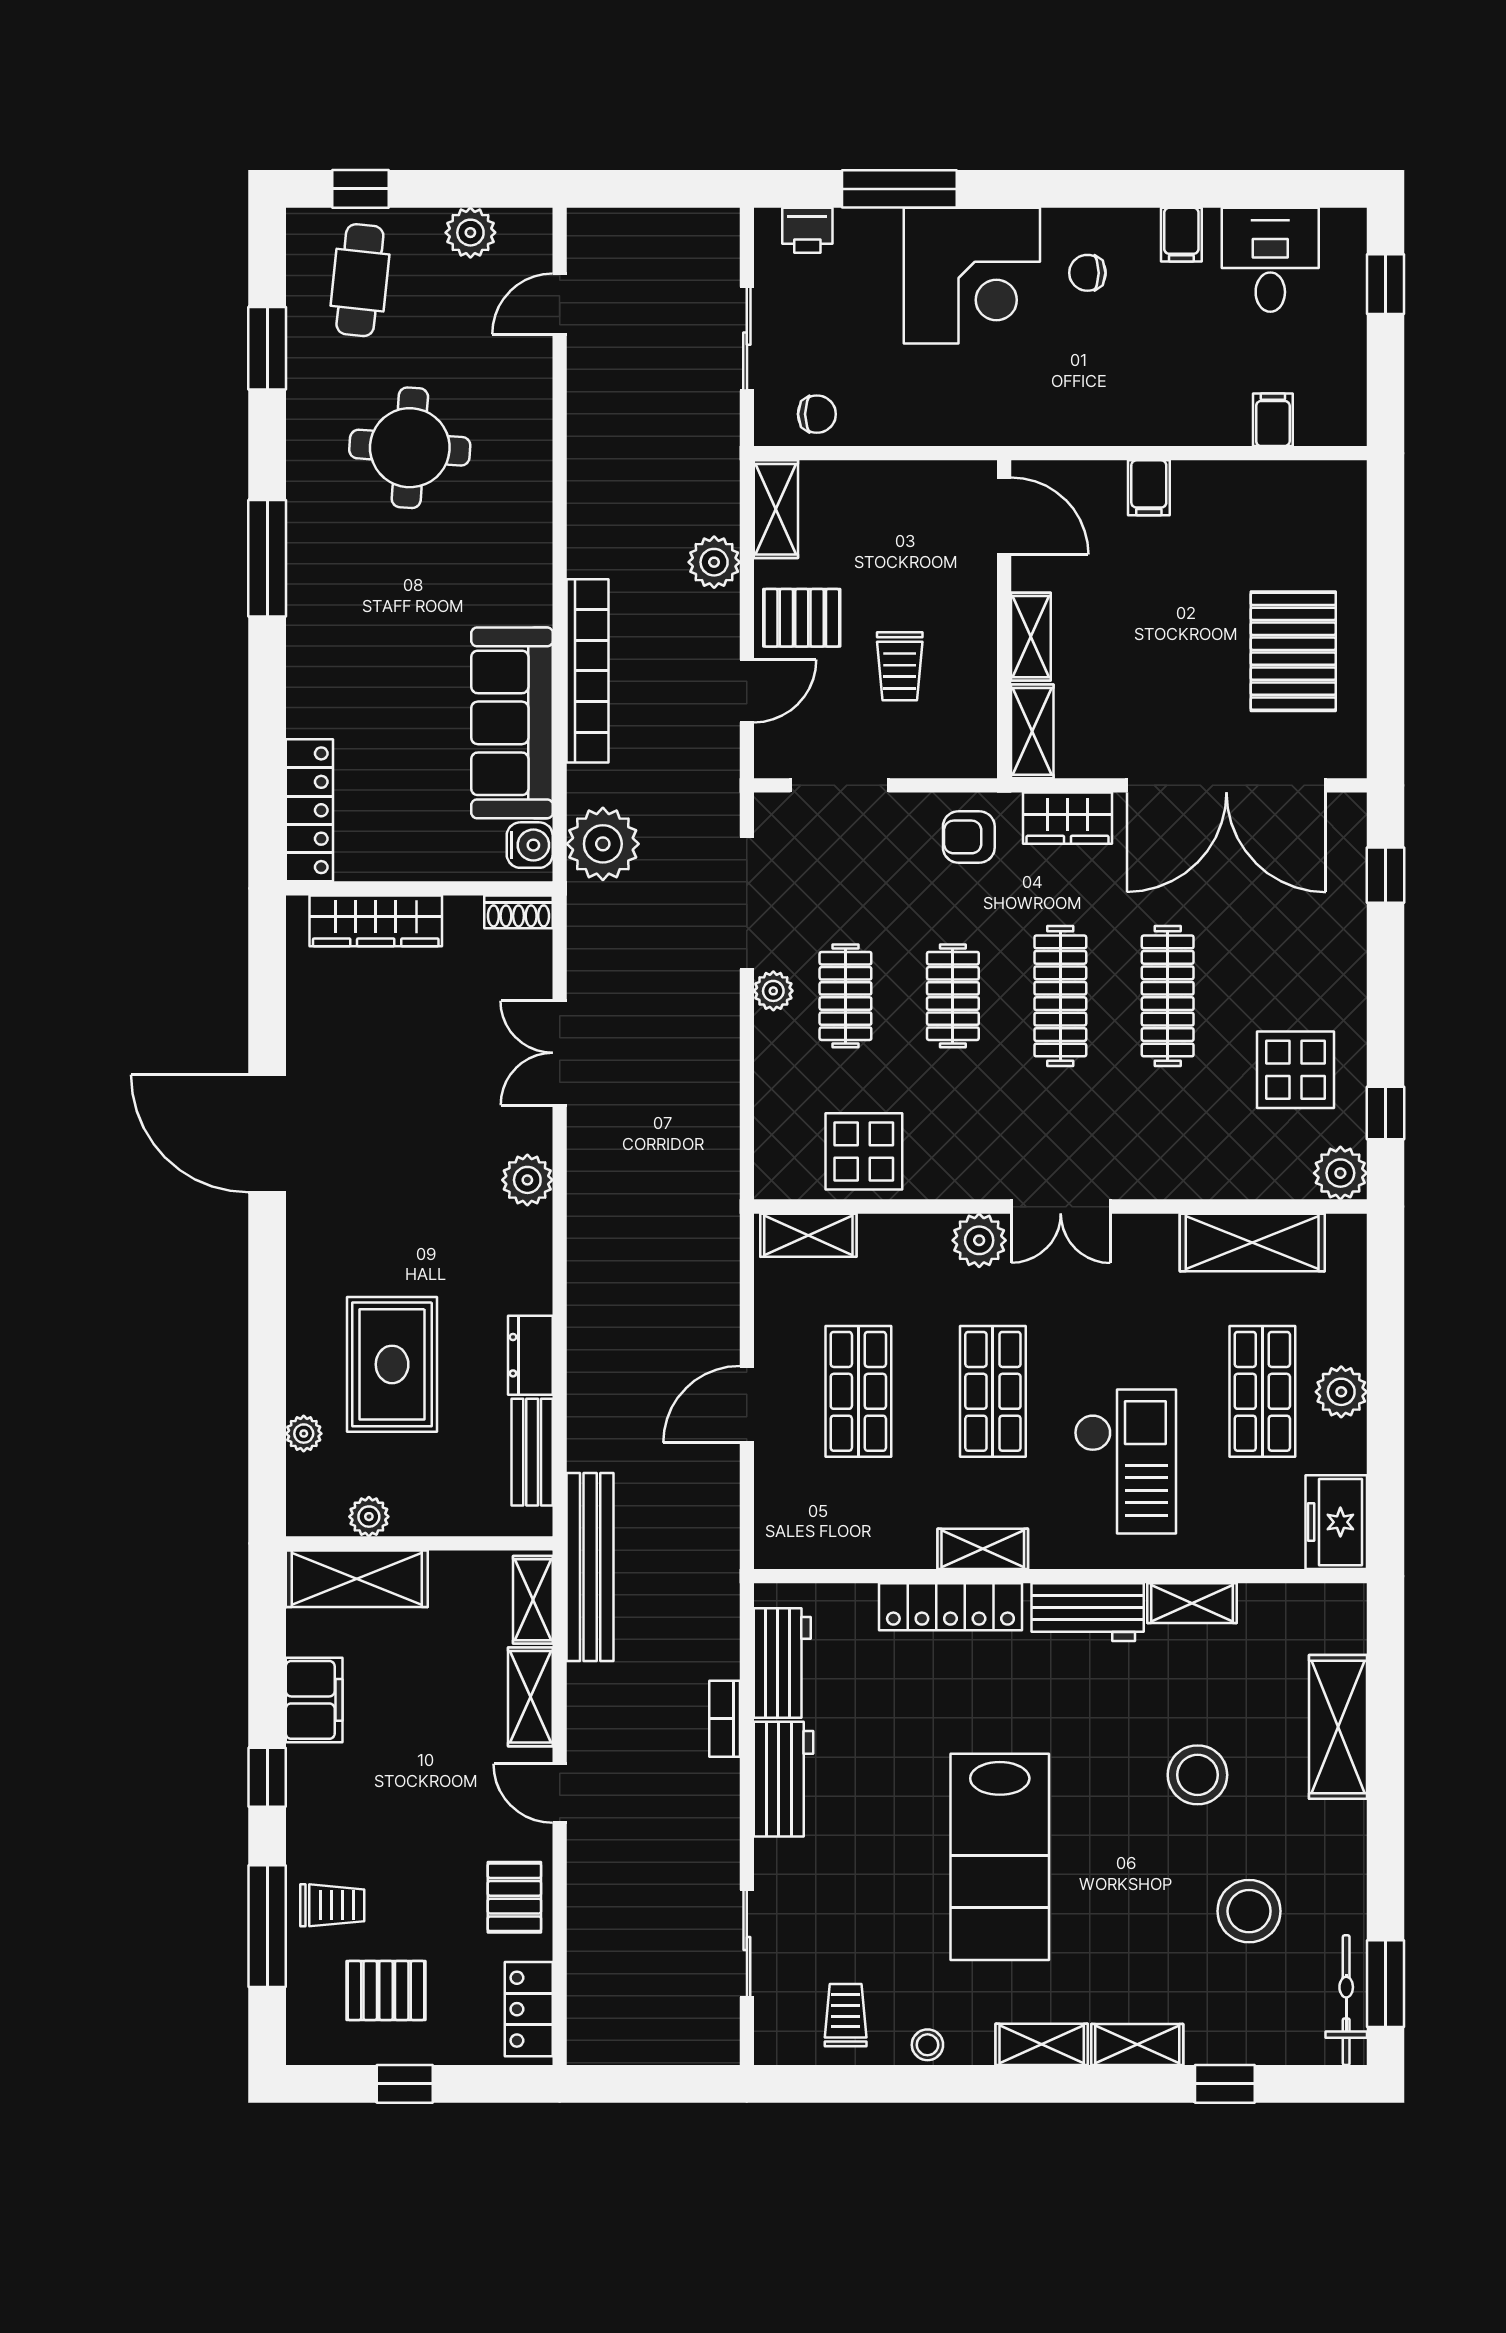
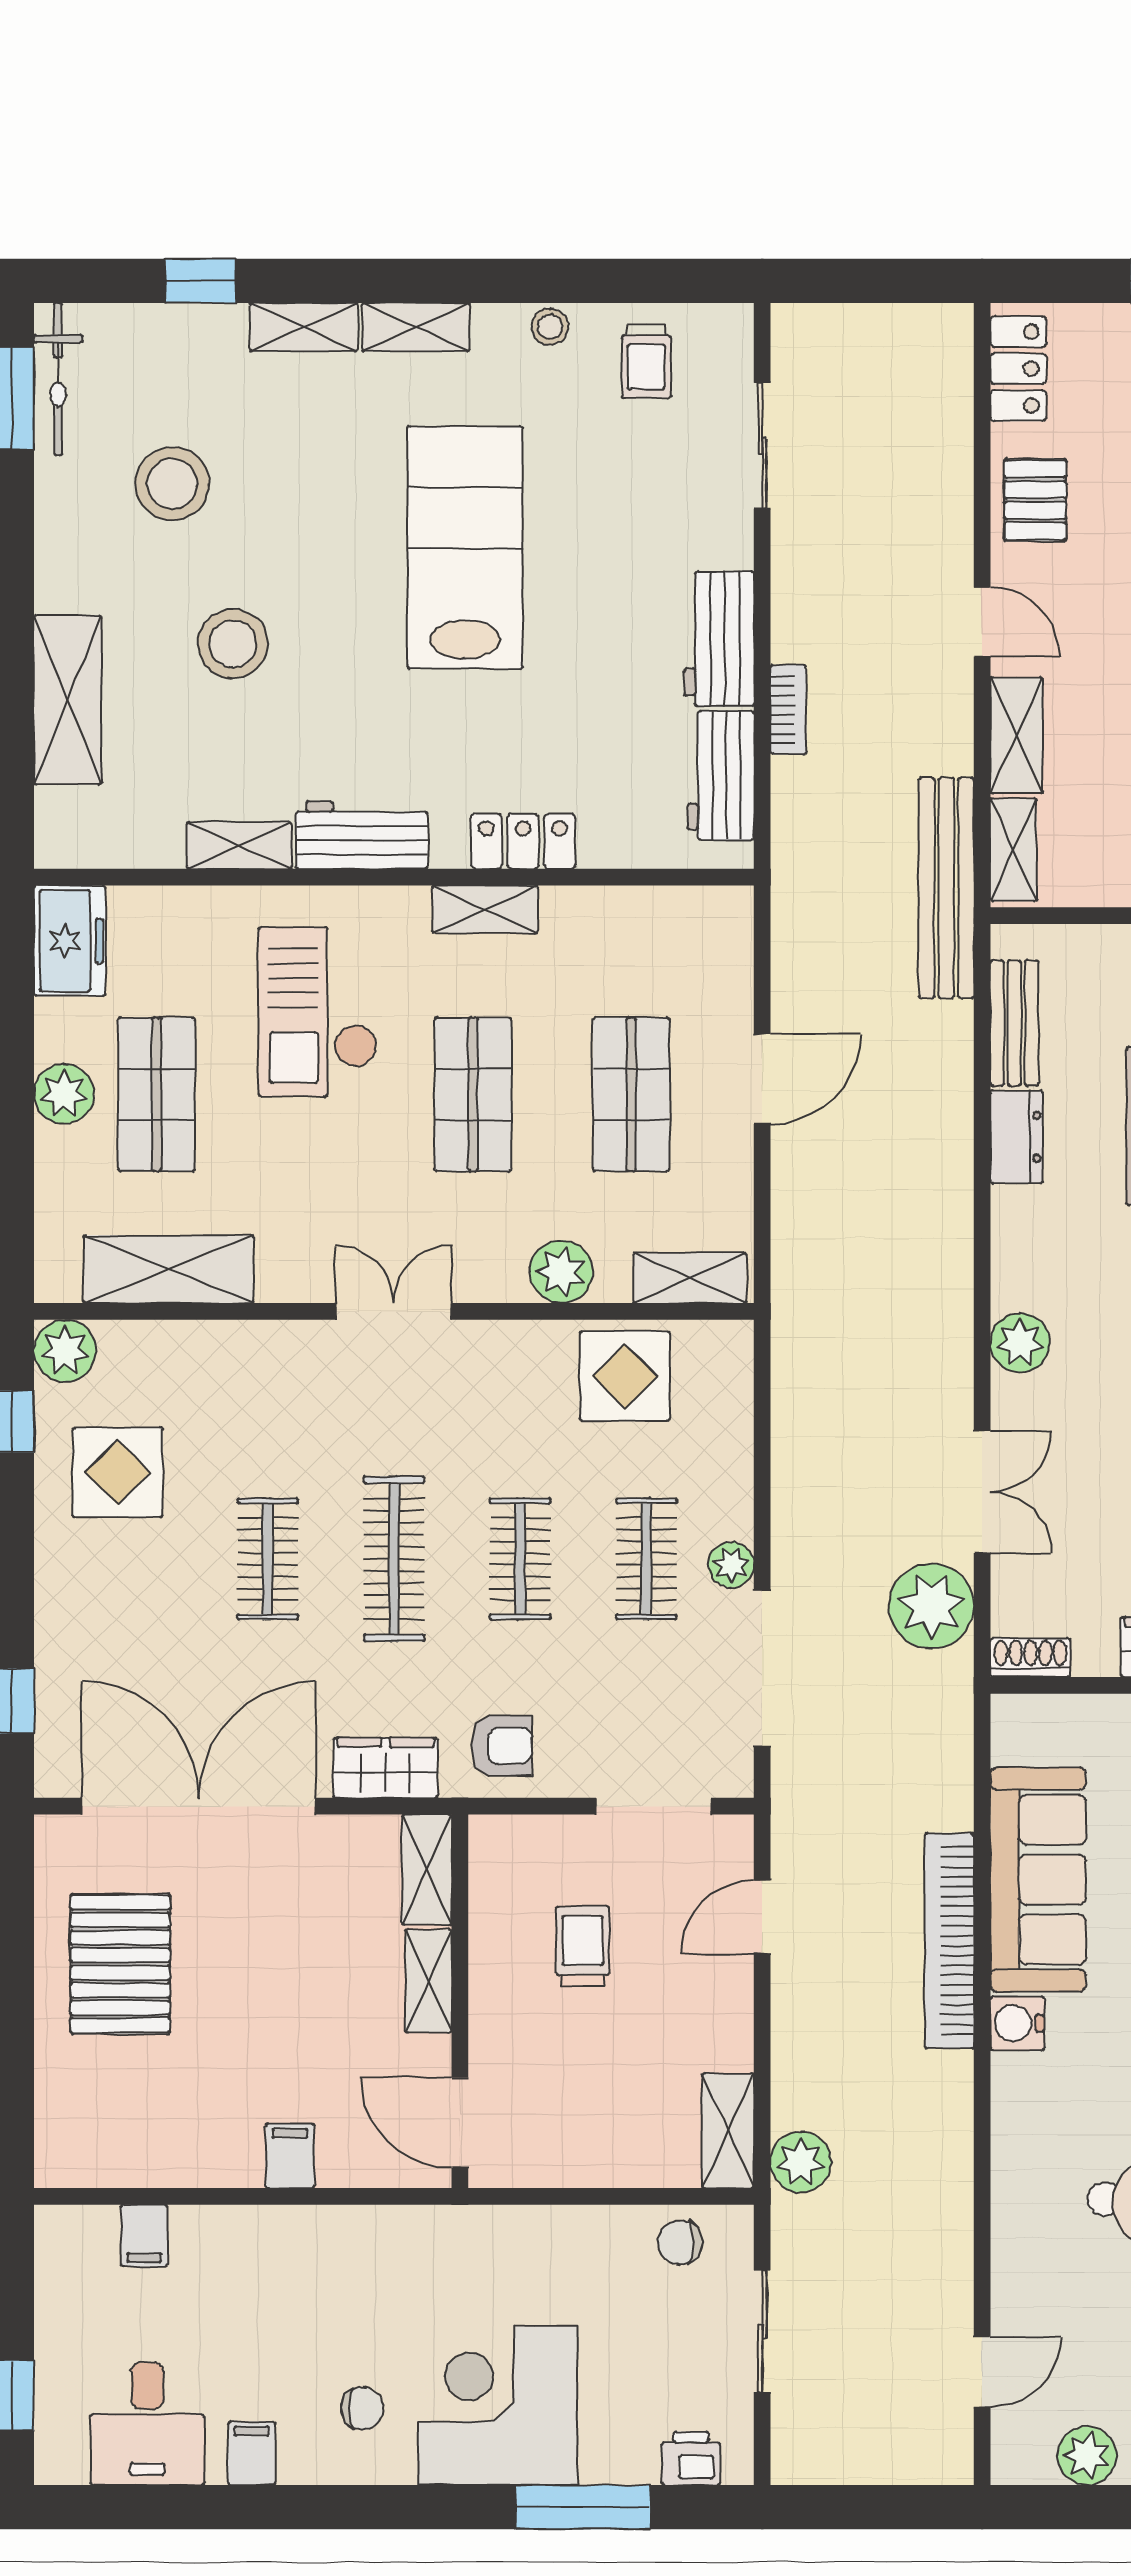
plant: (714, 562) -> (801, 2162), moved
pallet: (802, 618) -> (698, 2003), removed
plant: (603, 844) -> (931, 1606), moved
water cooler: (530, 845) -> (1017, 2023), moved
clothes rail: (1168, 996) -> (268, 1559), width x0.73
plant: (979, 1240) -> (561, 1272), moved
locker: (950, 1607) -> (523, 841), width x0.66

